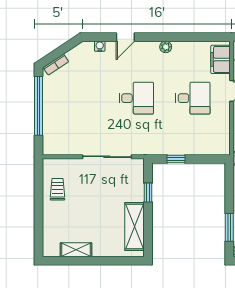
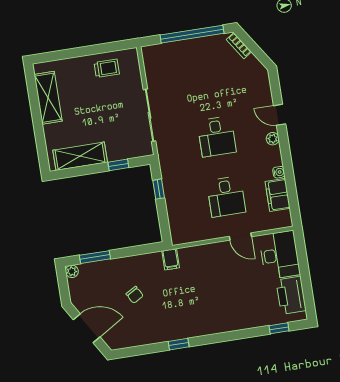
water cooler: (100, 46) -> (279, 172), moved
plant: (166, 47) -> (273, 139), moved
filing cabinet: (220, 59) -> (278, 195), moved, turned -90
shelving: (76, 250) -> (48, 98), width x1.50, depth x1.33

